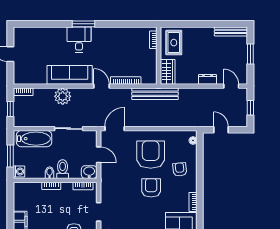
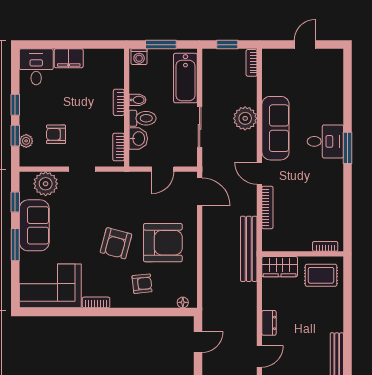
door: (102, 86) -> (259, 173), swing flipped
washbasin: (89, 172) -> (138, 139), moved
armchair: (151, 188) -> (116, 243), turned 105

